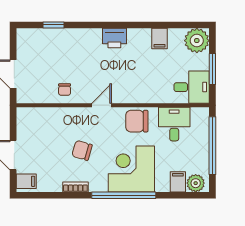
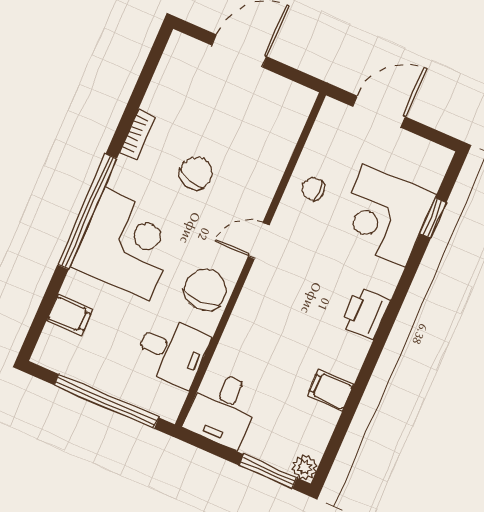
plant: (197, 41) -> (305, 467), width x0.53, depth x0.53
corner desk: (63, 49) -> (384, 215), added
window: (212, 69) -> (268, 472), moved
door: (102, 105) -> (259, 241), swing flipped
filing cabinet: (26, 181) -> (184, 54), removed
plant: (196, 183) -> (54, 344), removed

